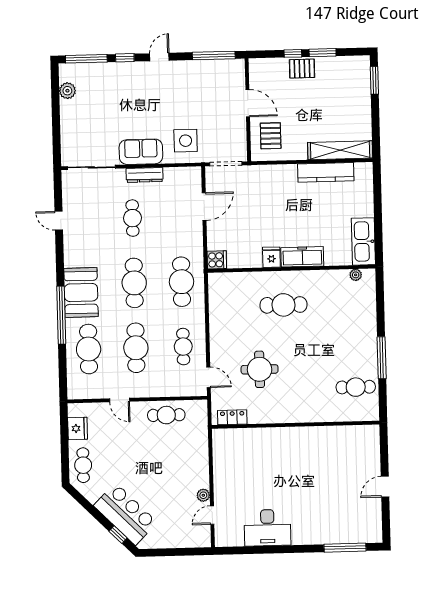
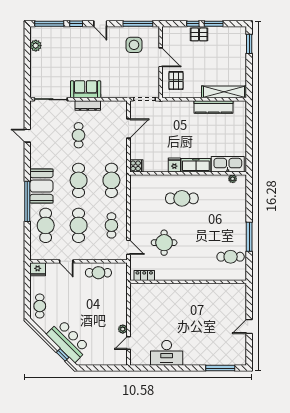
door: (159, 57) -> (100, 24), swing flipped
side table: (186, 141) -> (134, 45), moved
kitchen sink: (363, 241) -> (228, 164), moved, turned 90
fridge: (78, 428) -> (38, 269), moved, turned 90

